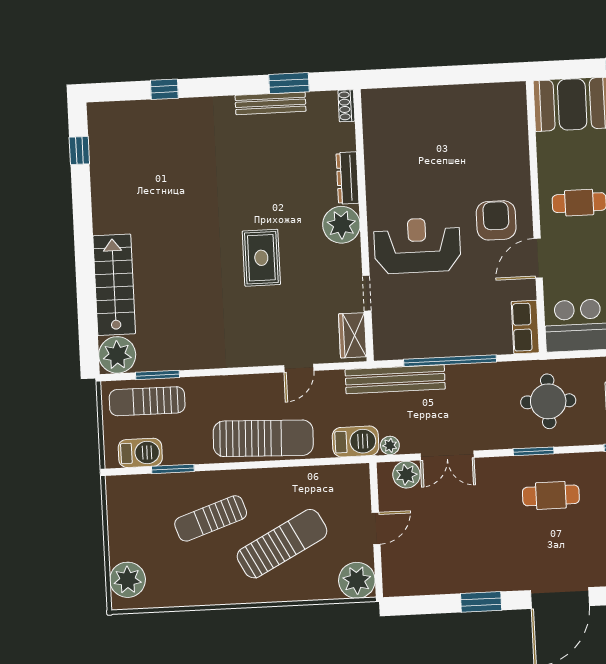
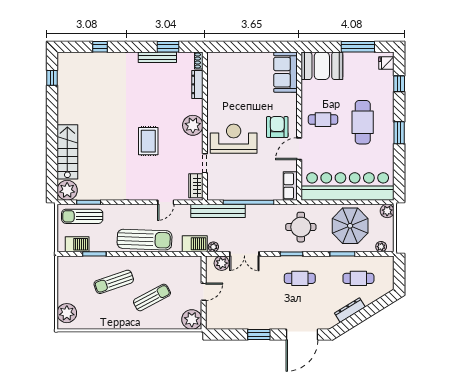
sofa: (506, 119) -> (285, 72), added
dresser: (348, 178) -> (197, 84), moved
sun lounger: (282, 544) -> (152, 298), width x0.73, depth x0.75

